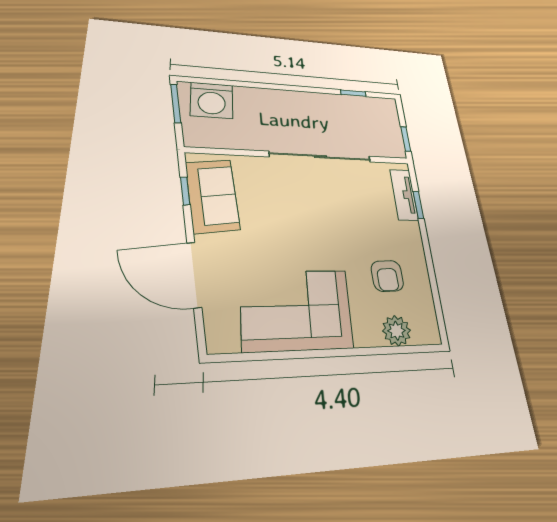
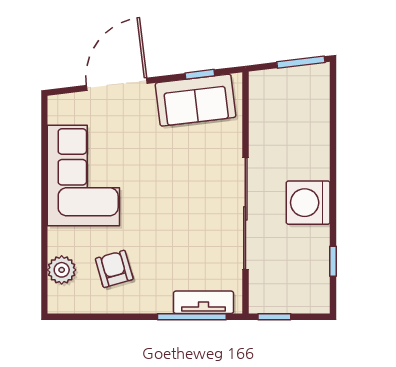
washing machine: (212, 100) -> (308, 203), moved
window: (418, 205) -> (192, 317), width x2.17
armchair: (387, 276) -> (114, 269), turned 76

